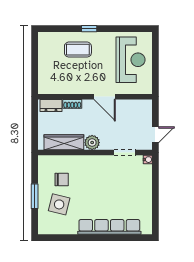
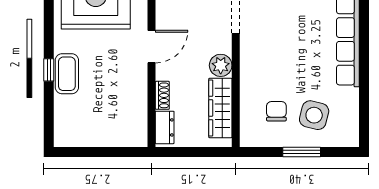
coffee table: (78, 50) -> (67, 74), moved

